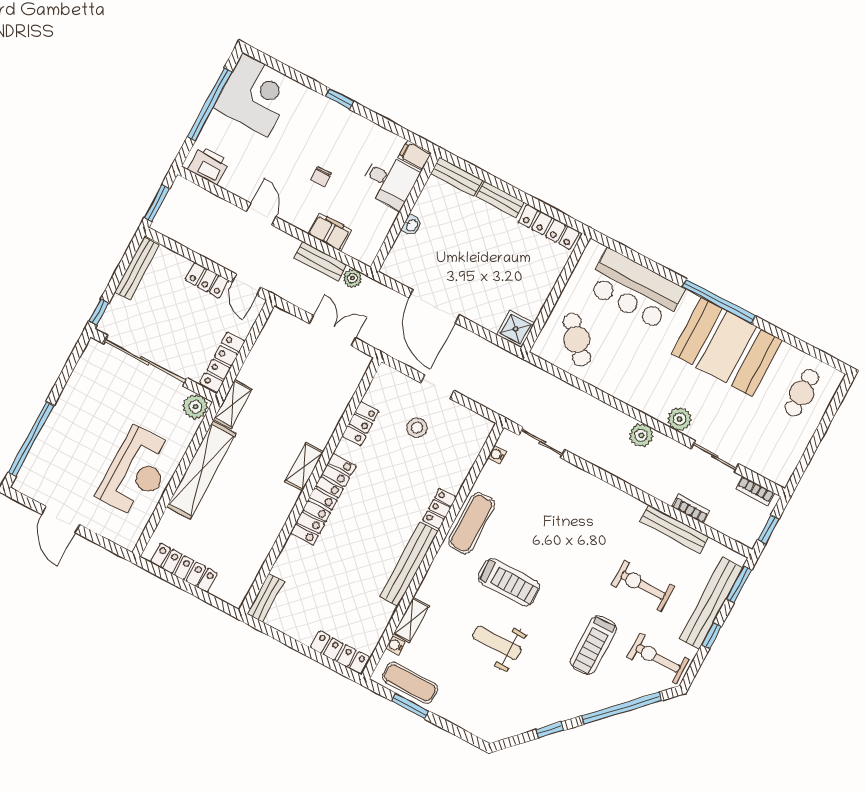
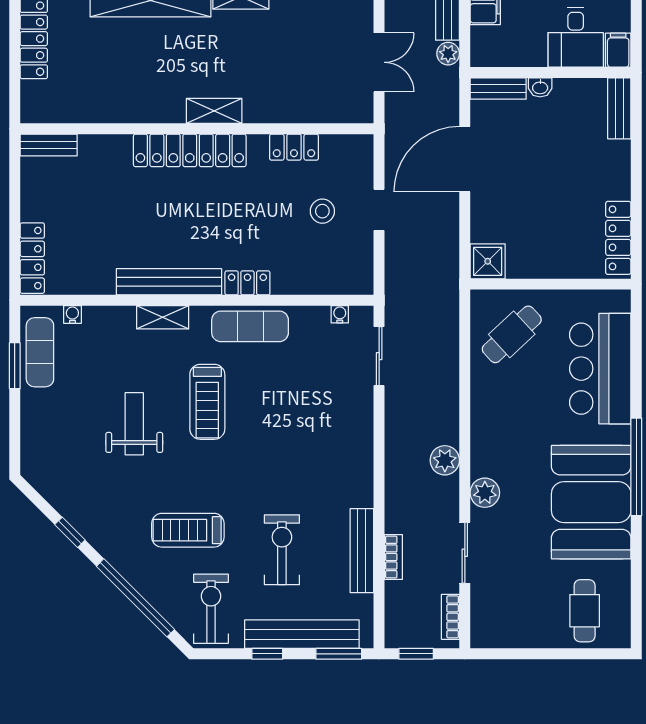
bench: (500, 199) -> (498, 89), moved, turned 90
cafe table: (802, 393) -> (585, 611), turned 90
shelving: (412, 620) -> (163, 317), moved

